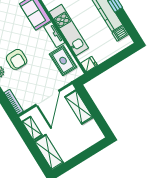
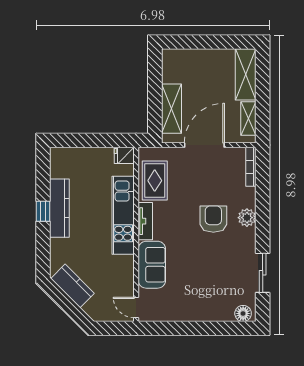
dishwasher: (120, 34) -> (60, 170), removed

